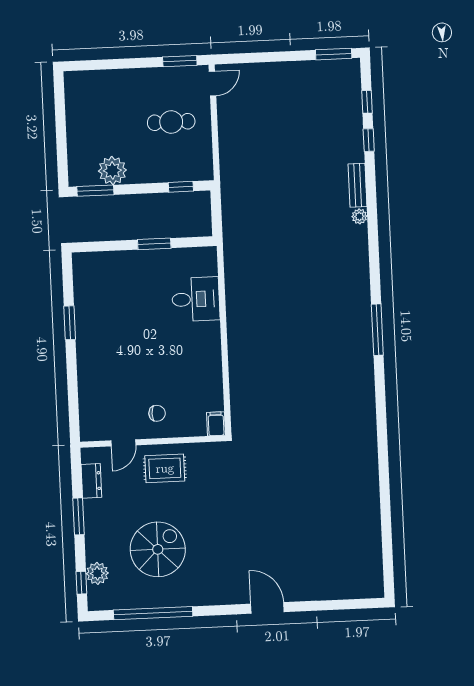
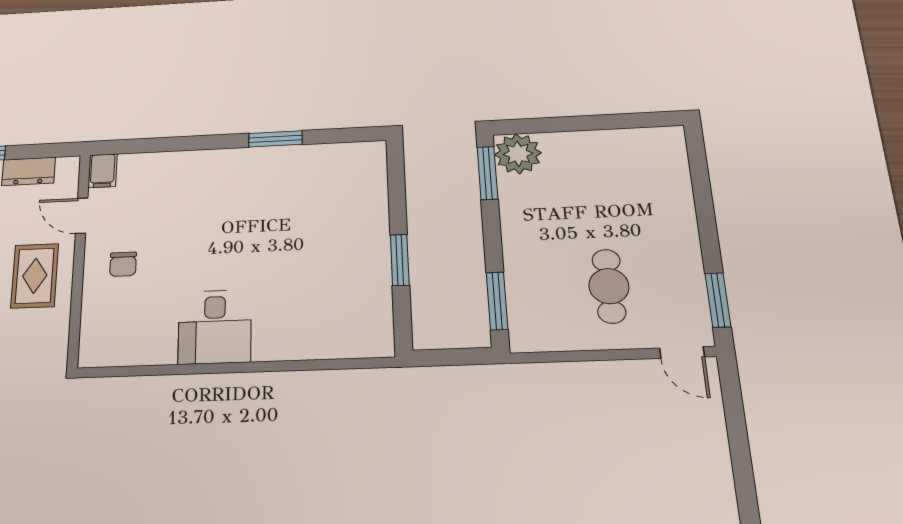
plant: (112, 171) -> (518, 154), moved
window: (181, 187) -> (497, 301), width x1.50
desk: (196, 299) -> (215, 327), moved
filing cabinet: (216, 424) -> (103, 171), moved, turned 90

